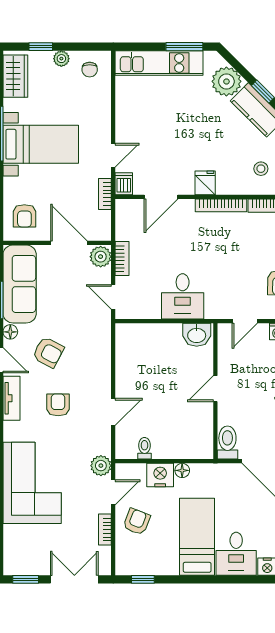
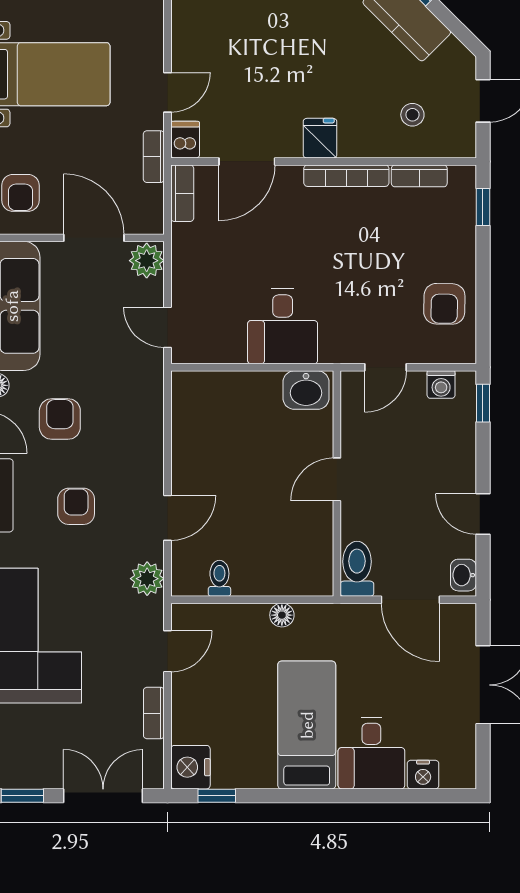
bookcase: (122, 259) -> (182, 193), moved
armchair: (48, 352) -> (60, 419), turned -118
plant: (101, 466) -> (147, 579), moved
nightstand: (160, 475) -> (190, 767), moved, turned -90
armchair: (137, 522) -> (206, 700), removed

